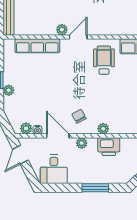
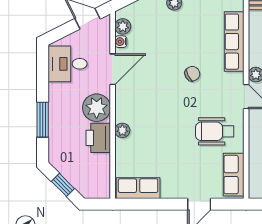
wheelchair: (104, 60) -> (215, 131), turned 180
chair: (79, 116) -> (192, 74), moved
plant: (82, 143) -> (97, 108), width x1.88, depth x1.88

